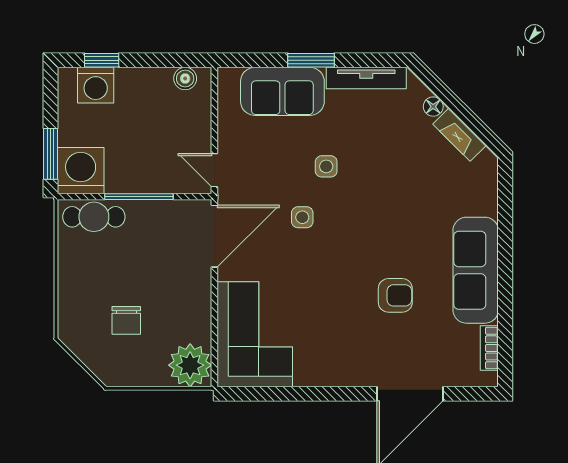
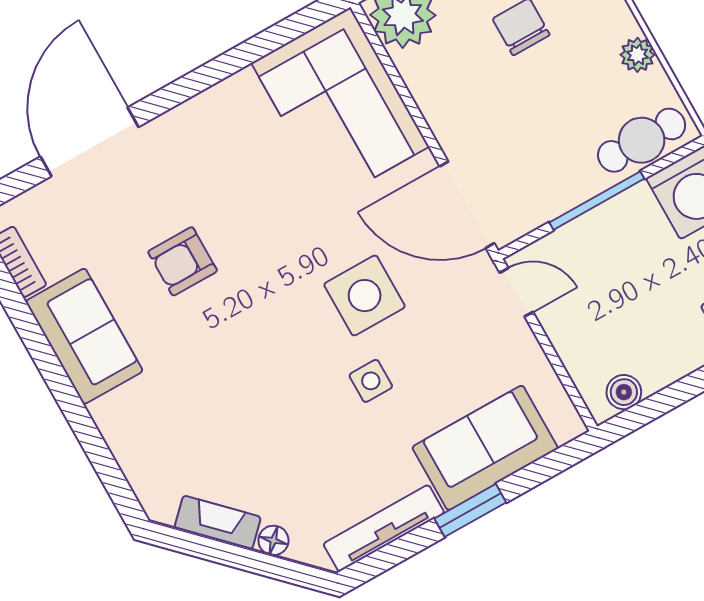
side table: (302, 217) -> (365, 296), width x1.87, depth x1.87
door: (214, 236) -> (467, 205), hinge flipped
plant: (69, 267) -> (637, 55), added
sofa: (476, 270) -> (84, 336), width x0.73

